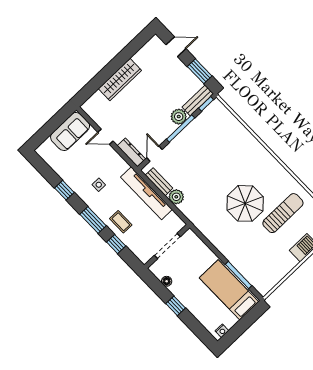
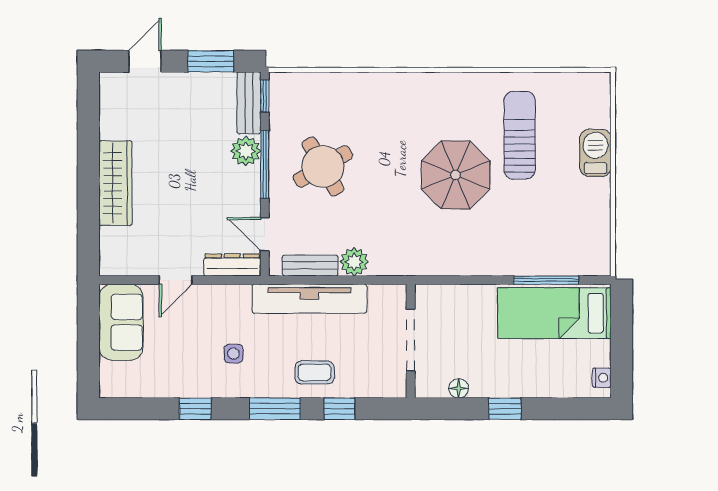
round table: (201, 151) -> (323, 166), added

